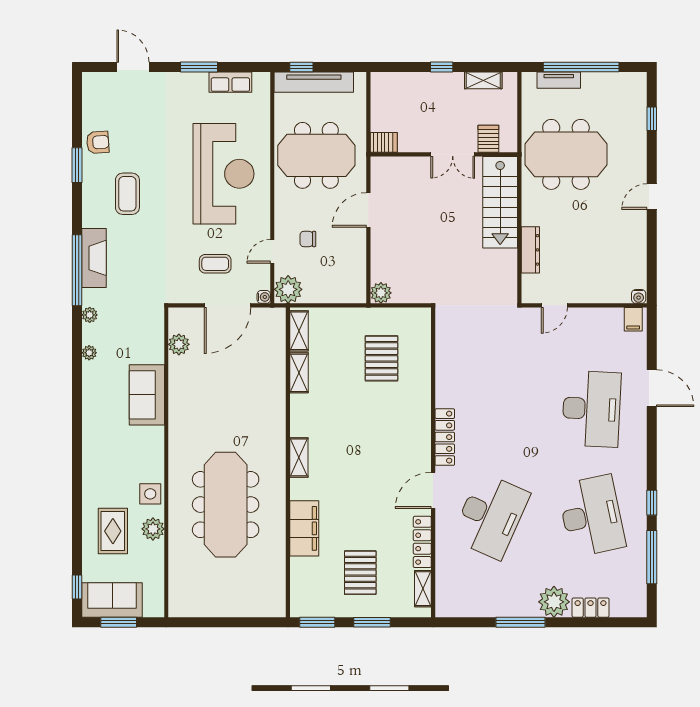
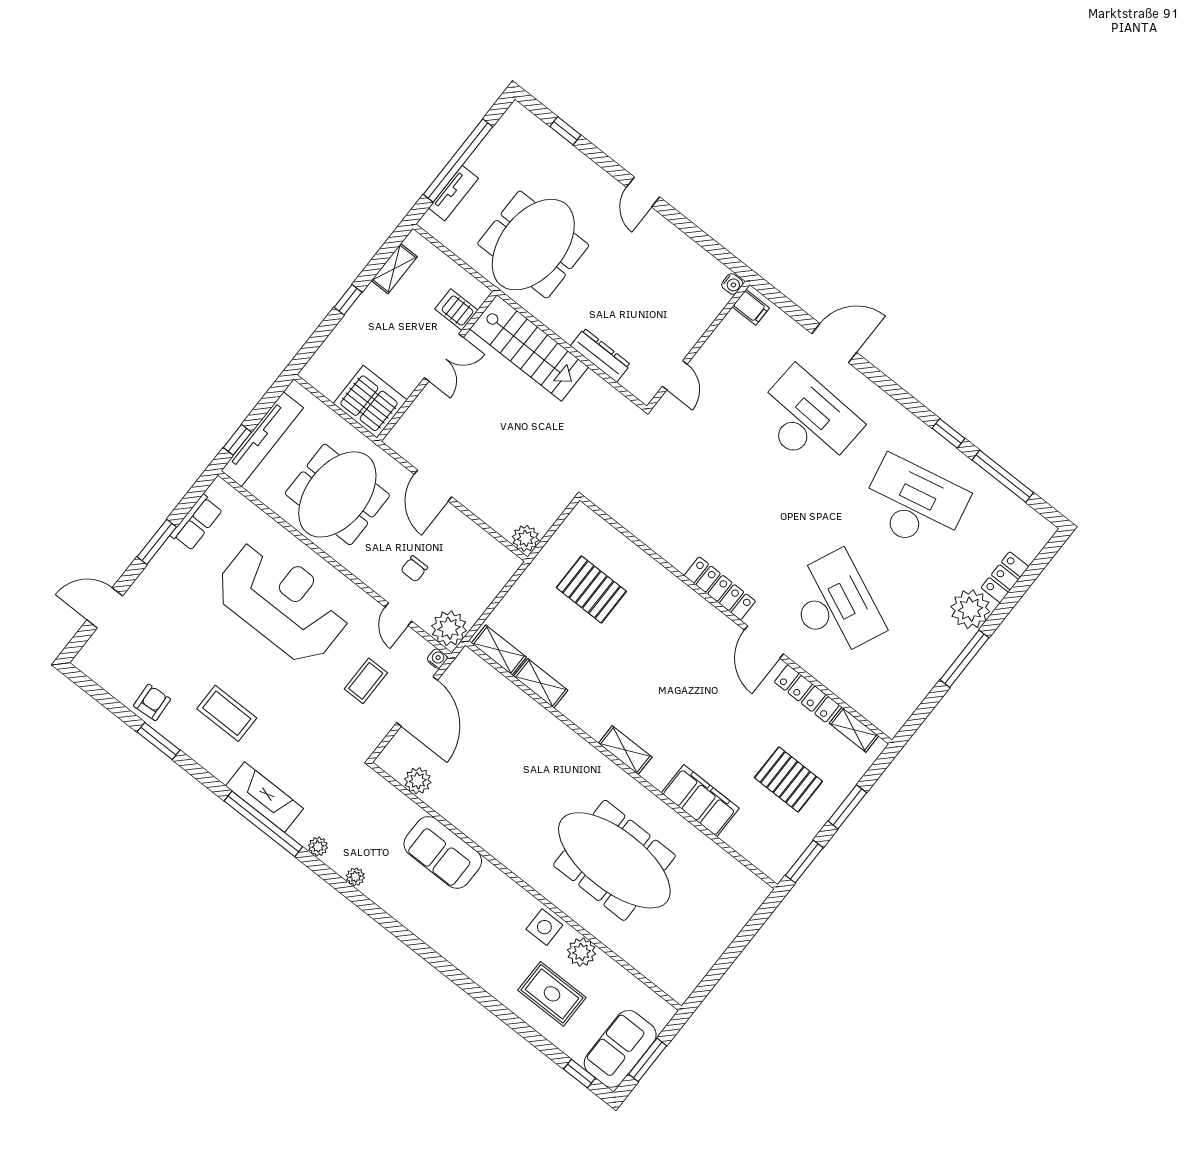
server rack: (384, 142) -> (370, 402), width x2.18, depth x1.44

